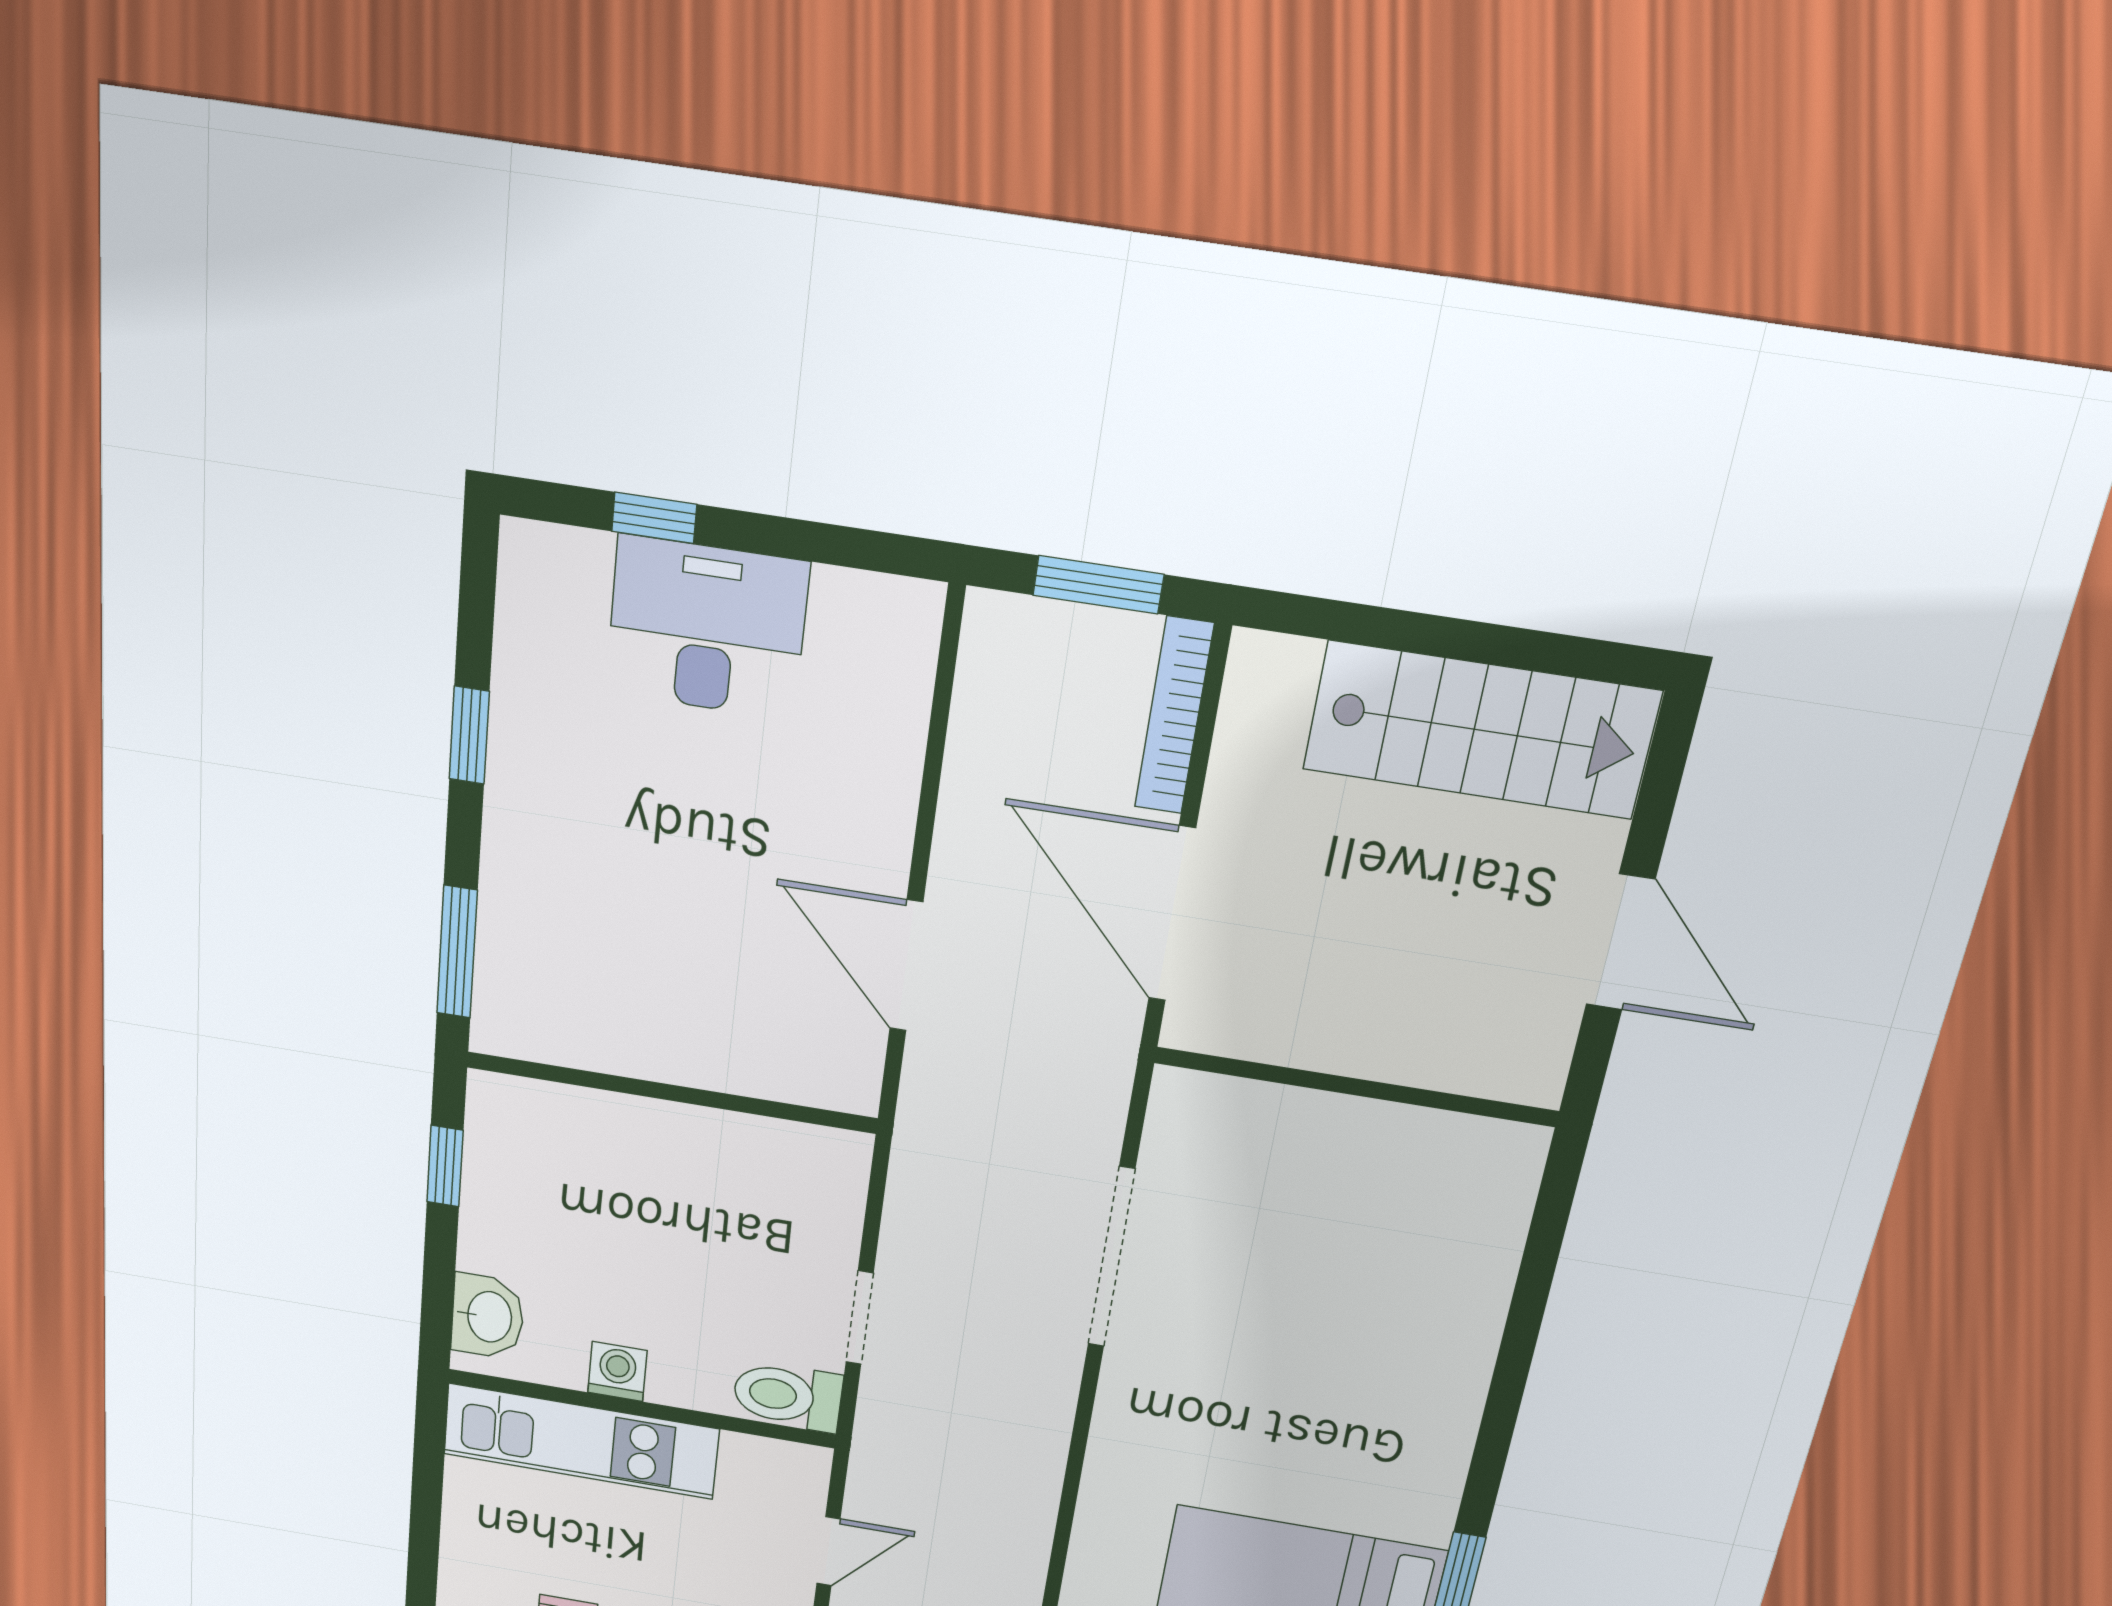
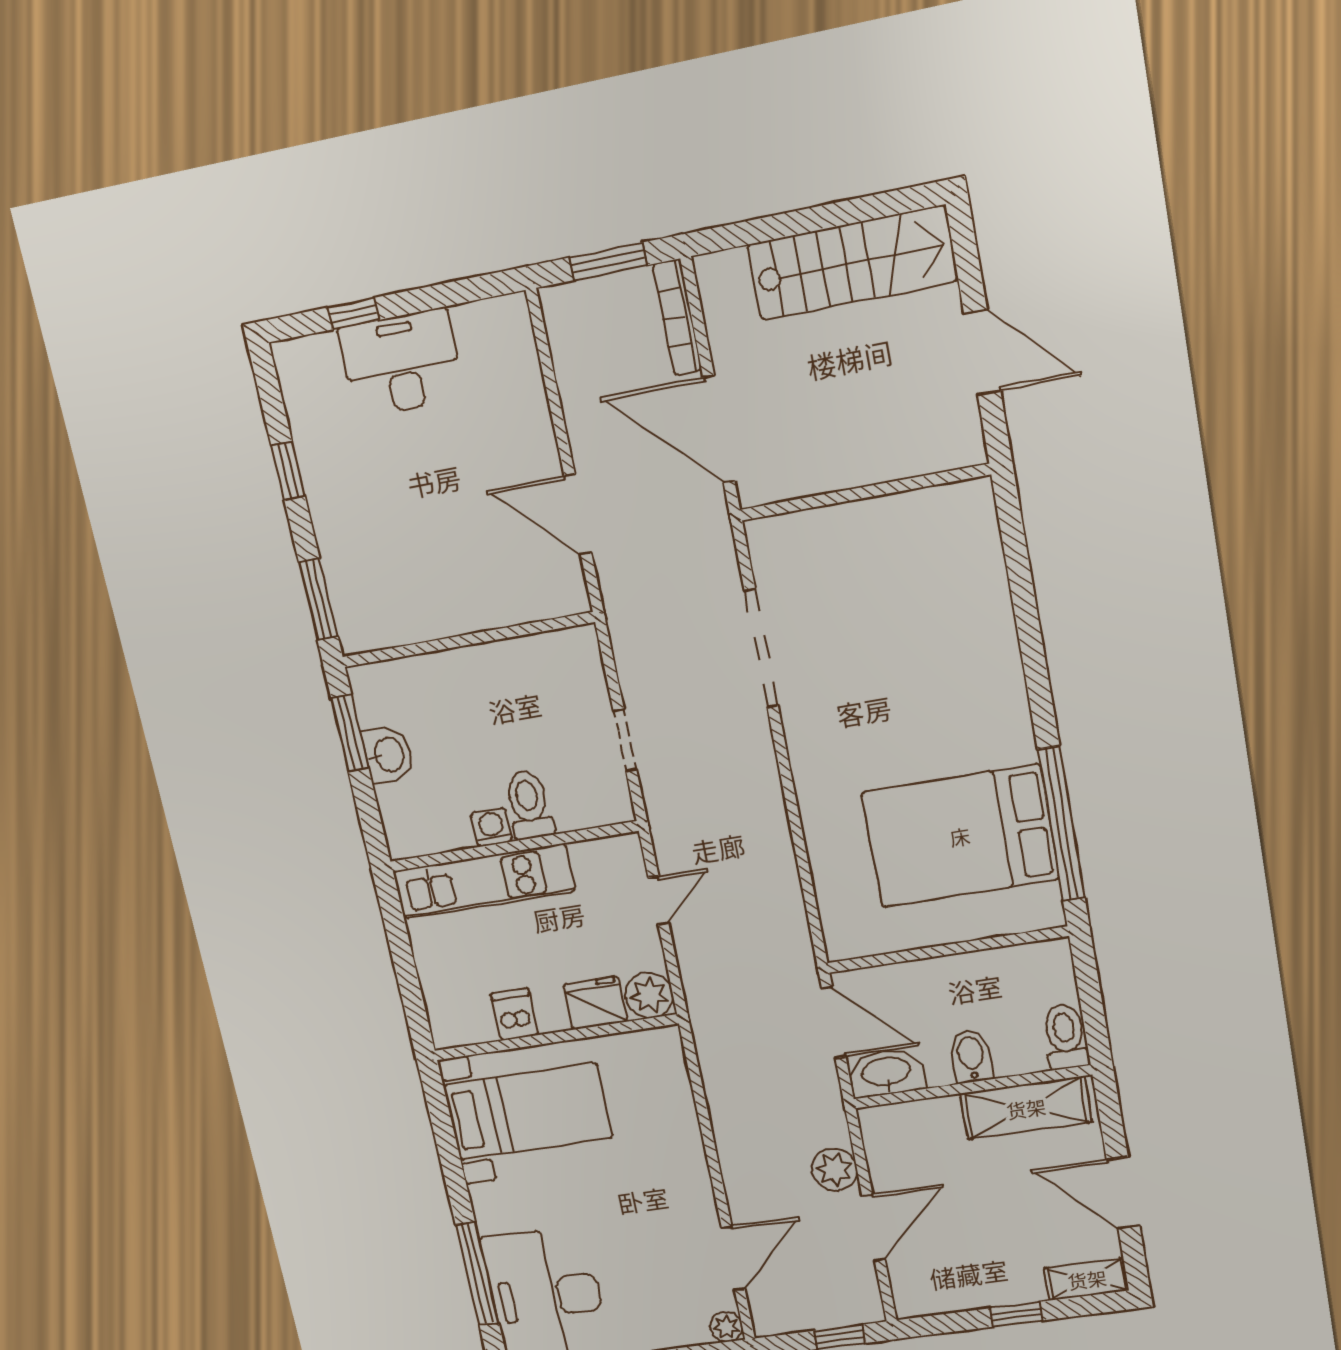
window: (445, 1166) -> (350, 733), width x1.50
washbasin: (488, 1316) -> (388, 755), moved
toilet: (788, 1396) -> (529, 805), moved, turned 90

